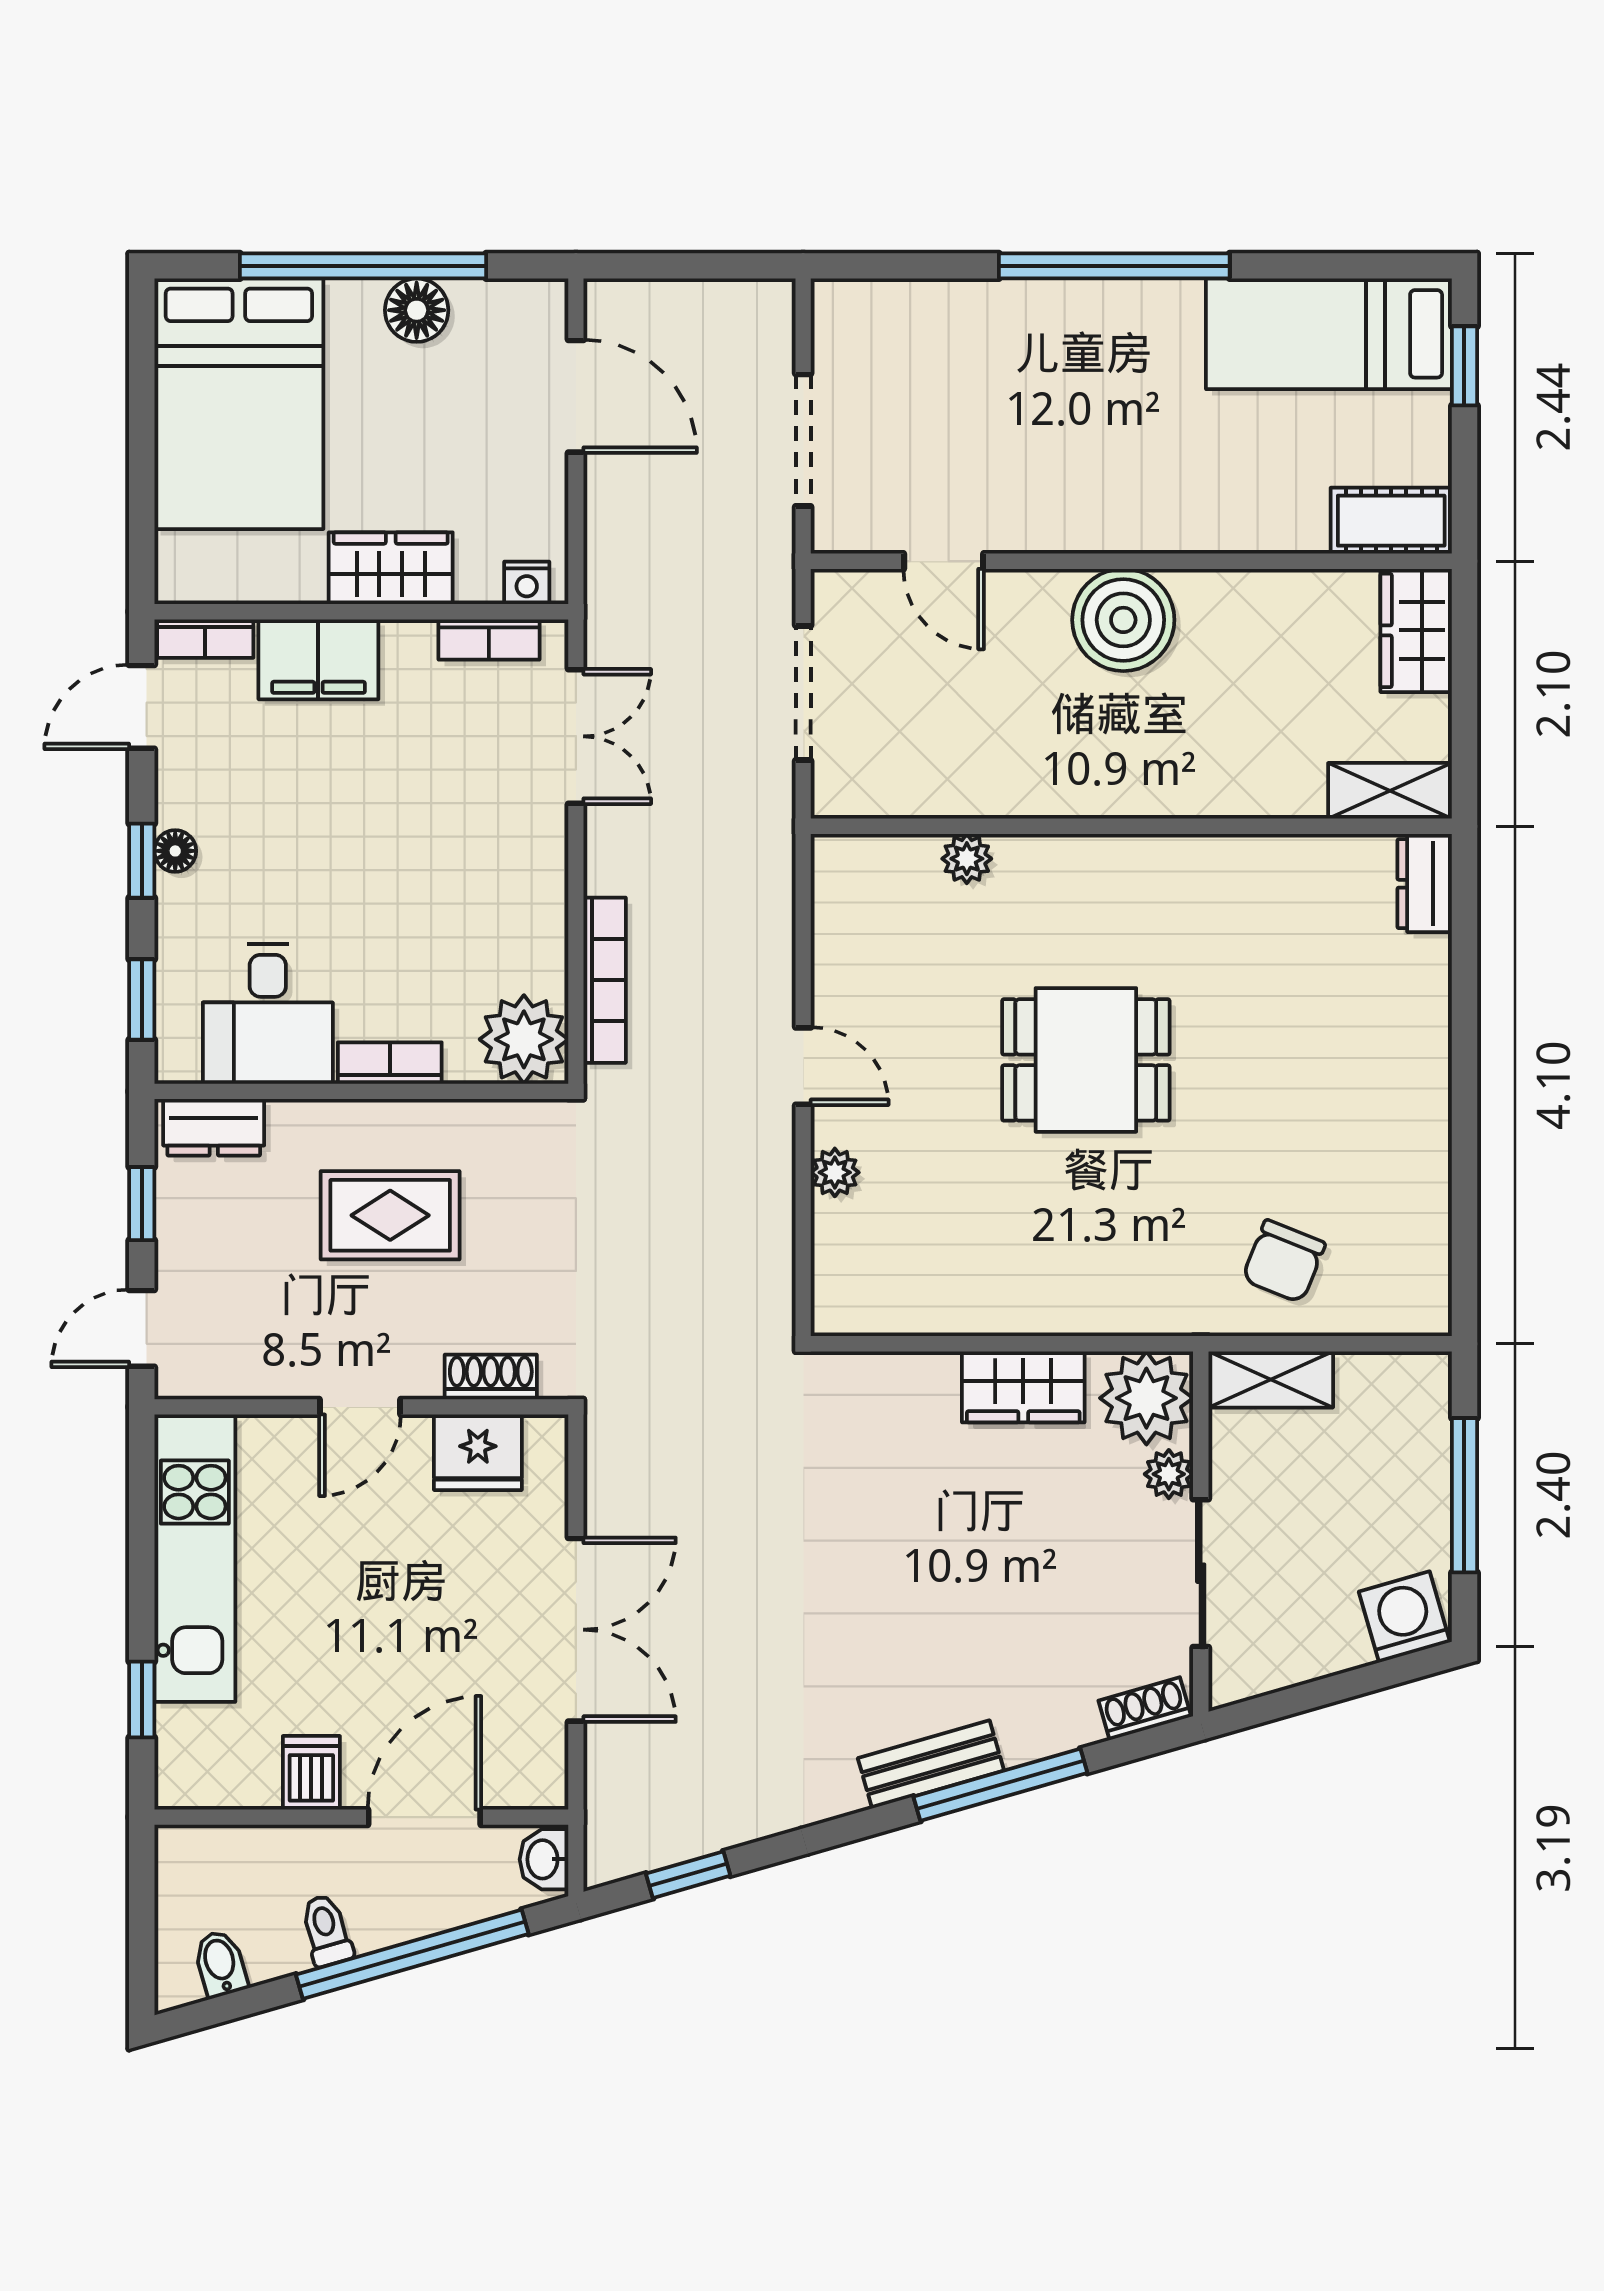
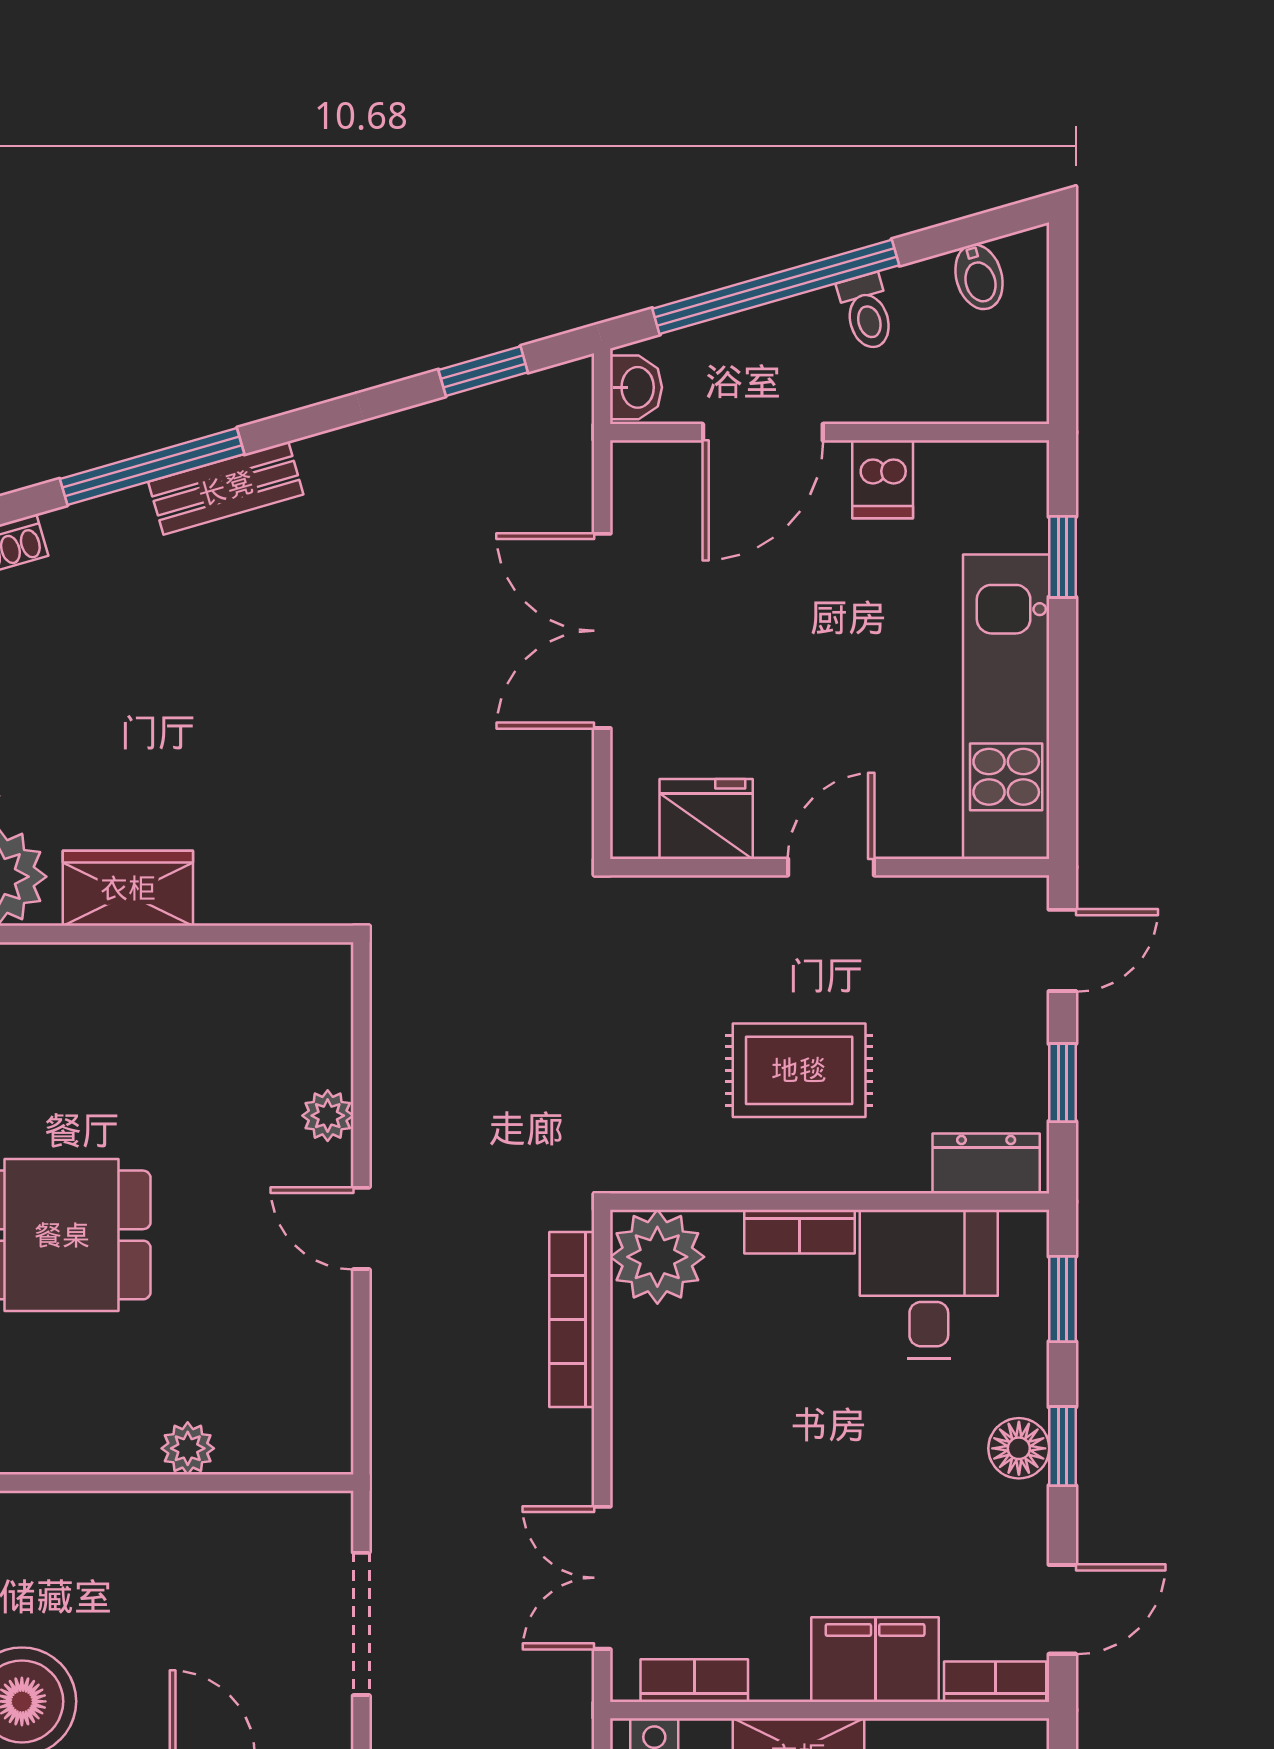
floor lamp: (175, 851) -> (1019, 1448), width x1.37, depth x1.37
shoe rack: (491, 1377) -> (692, 899), removed

